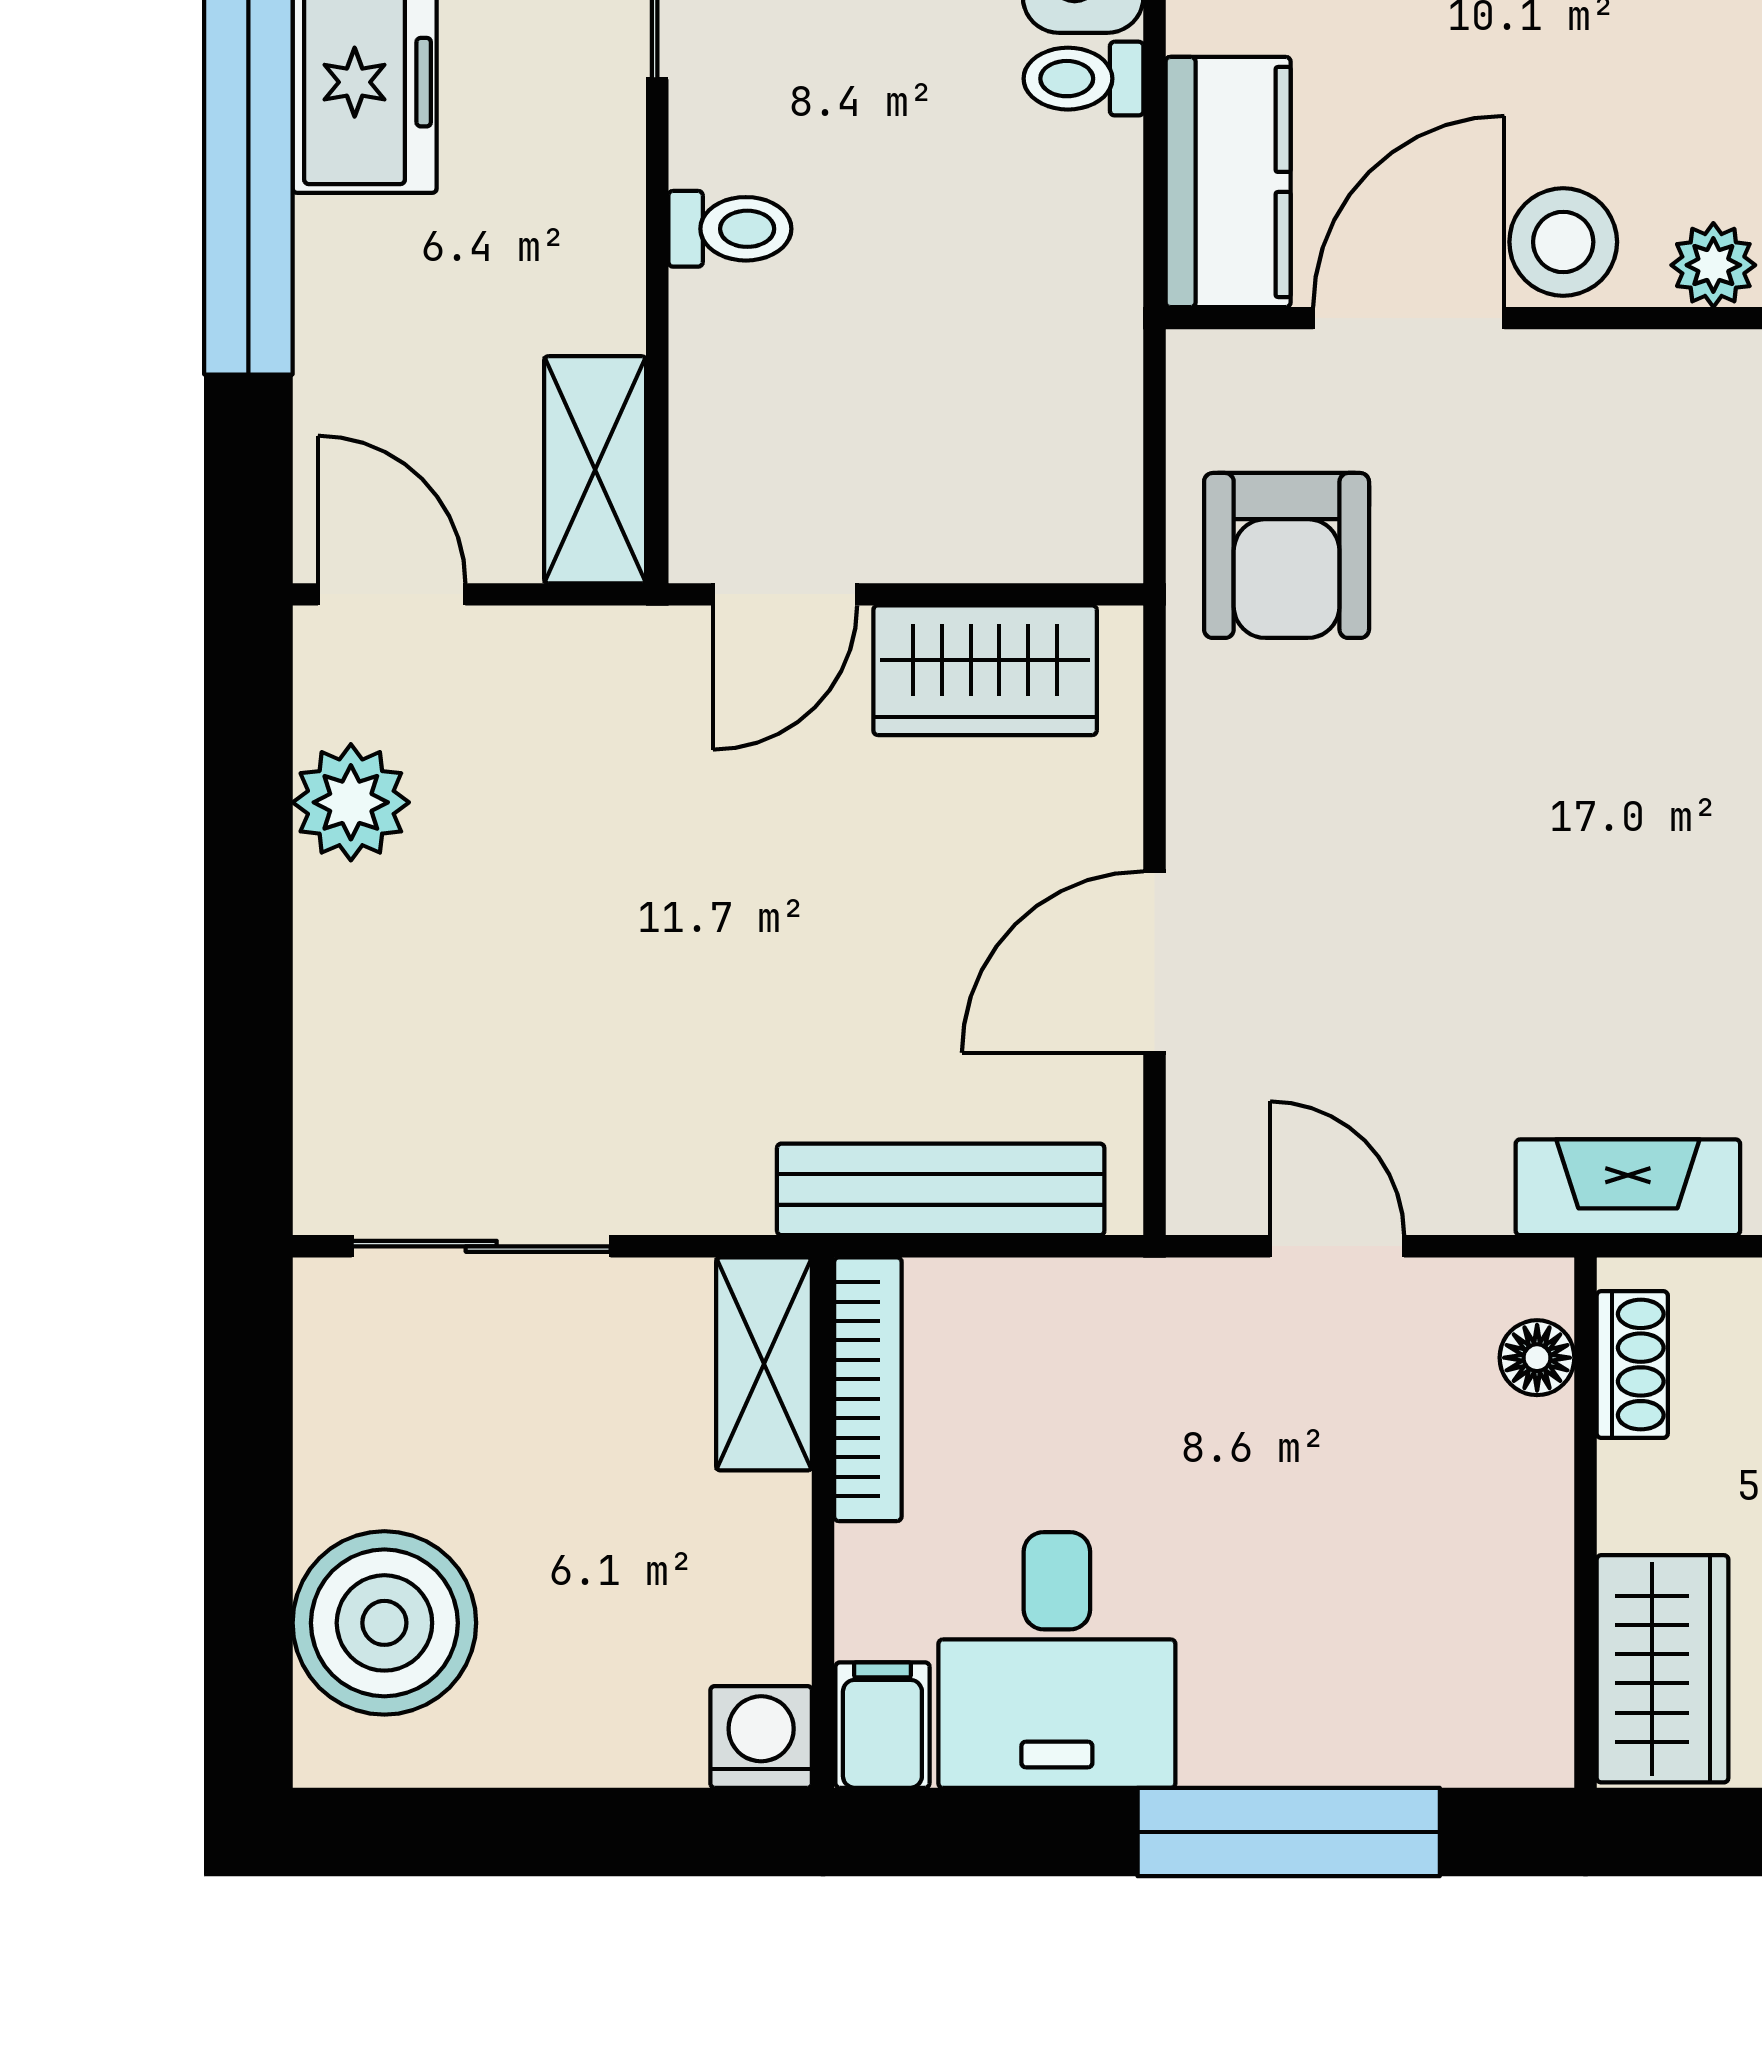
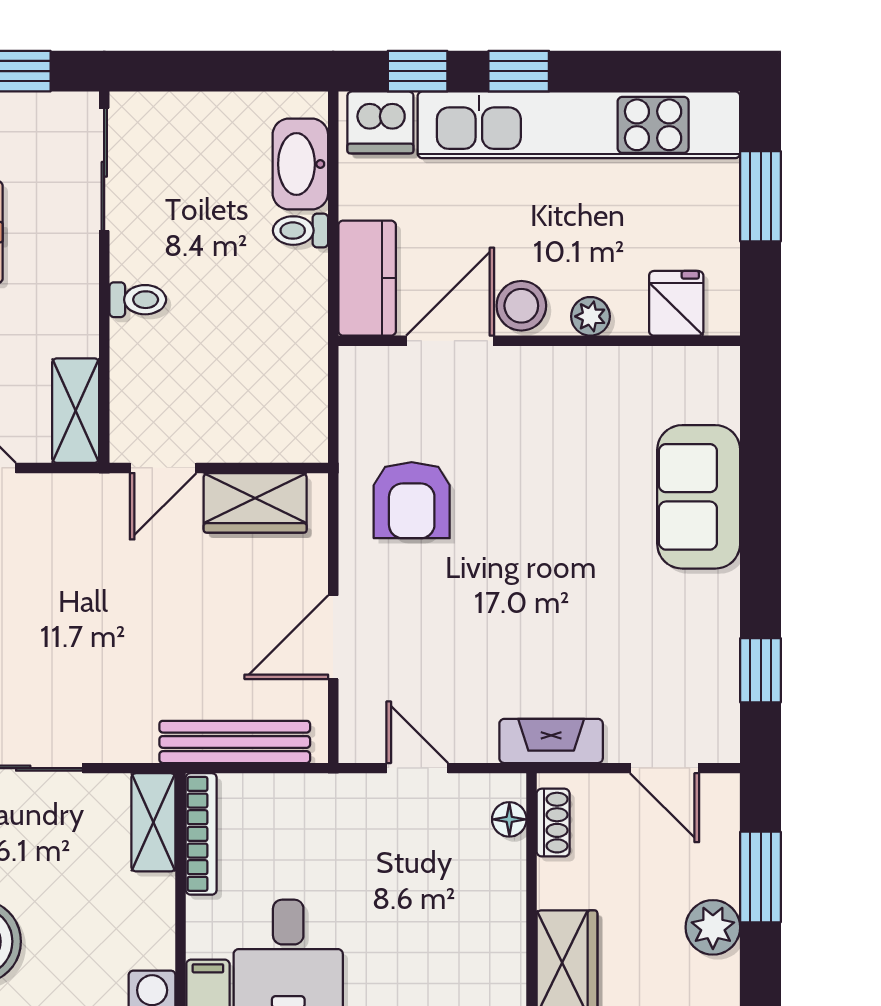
armchair: (1287, 555) -> (412, 500), moved

